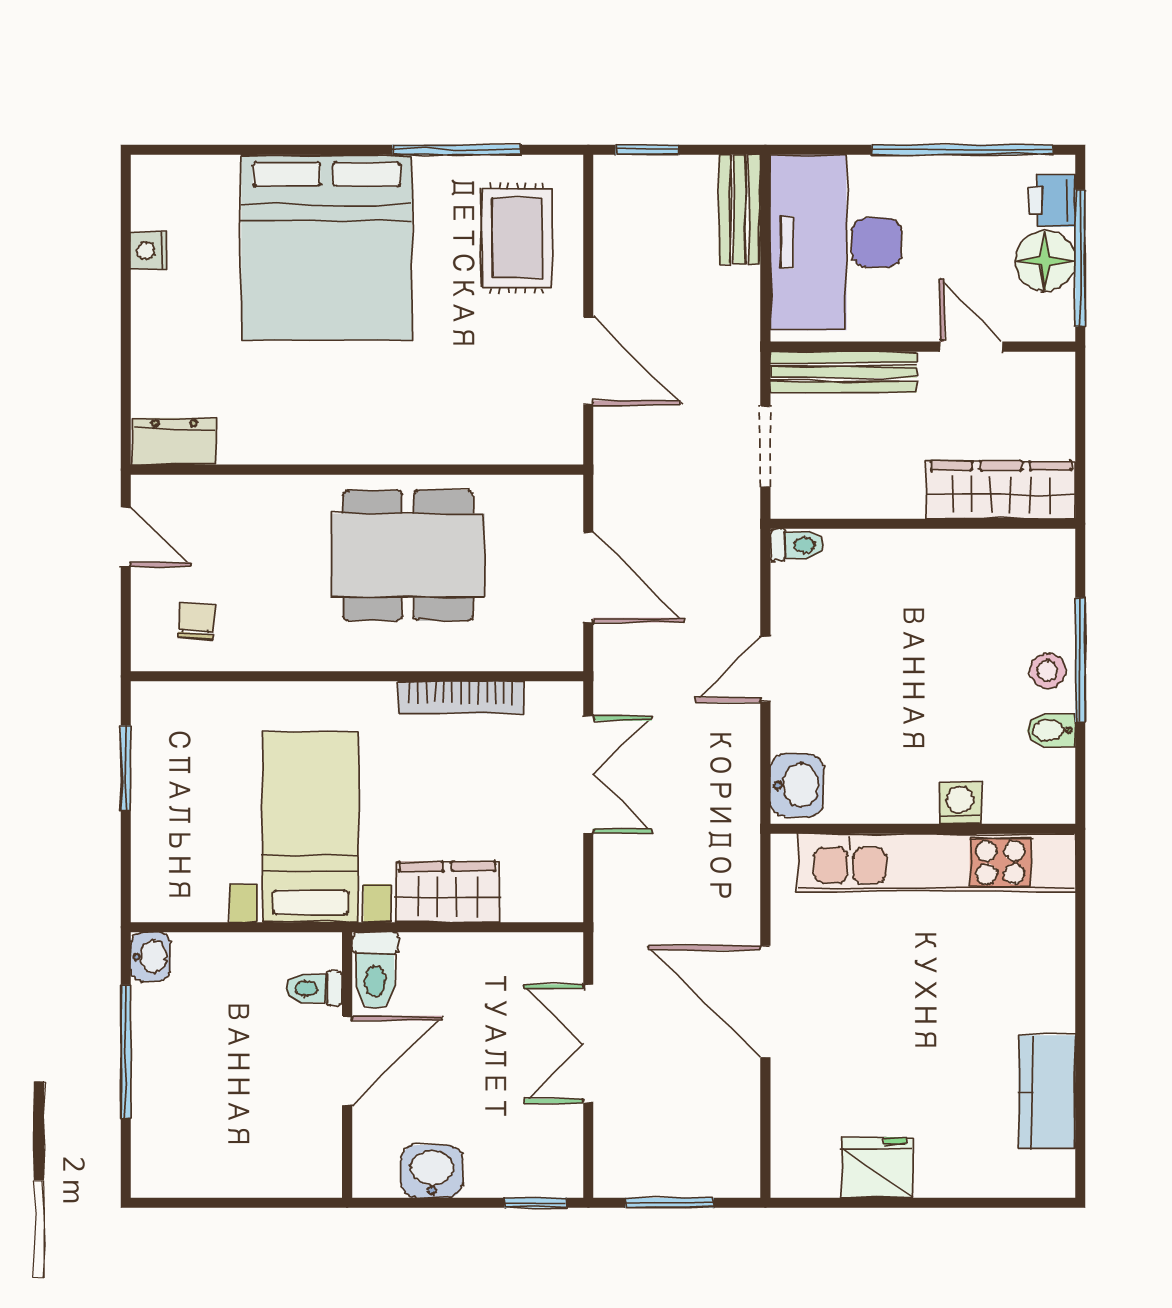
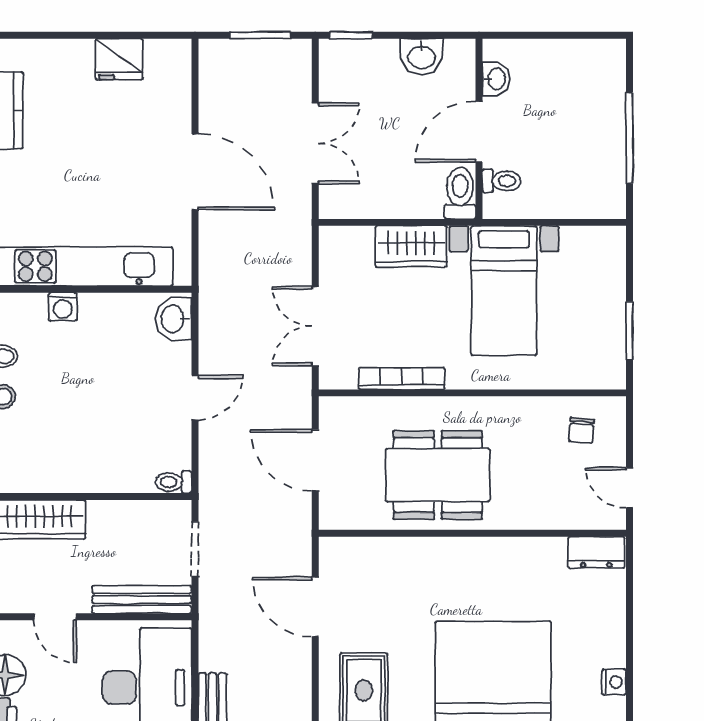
washbasin: (150, 957) -> (496, 79), moved, turned 180

